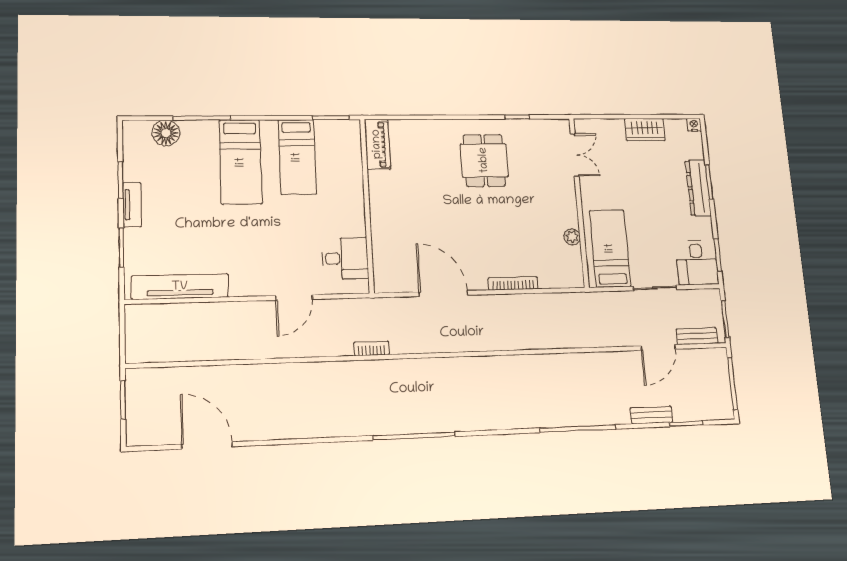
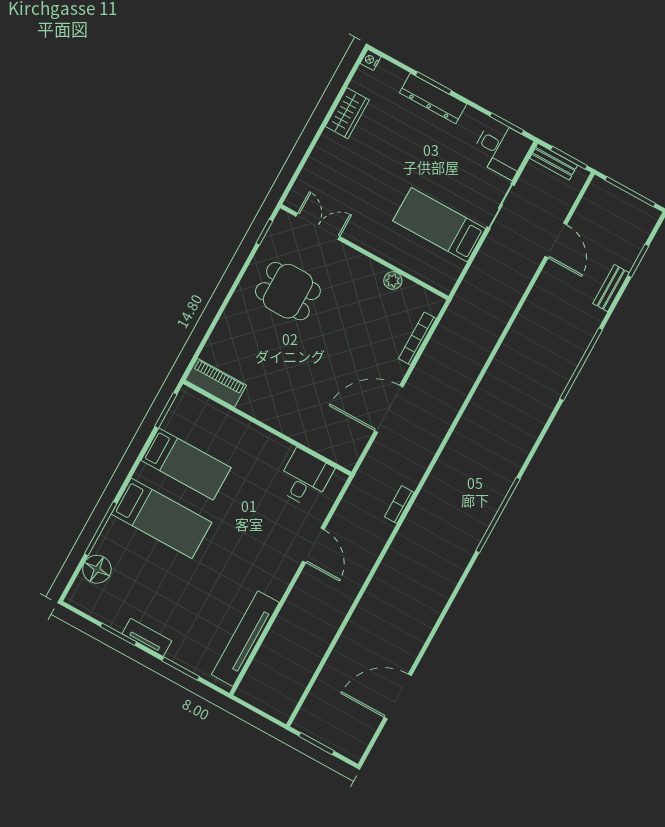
double door: (575, 155) -> (318, 226), moved
wall: (579, 202) -> (364, 252), moved
plant: (572, 237) -> (393, 281), moved
bench: (697, 336) -> (554, 162), moved, turned 90

